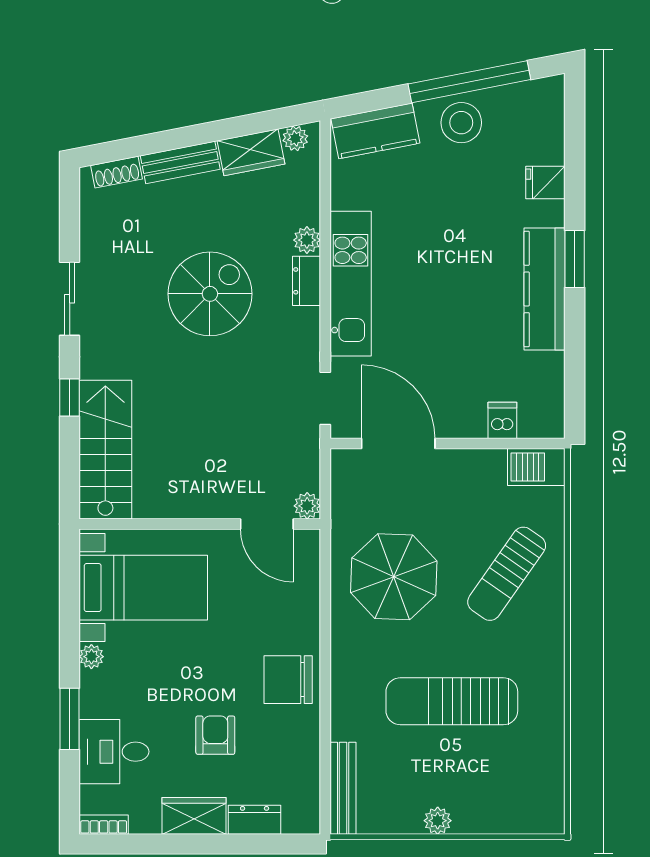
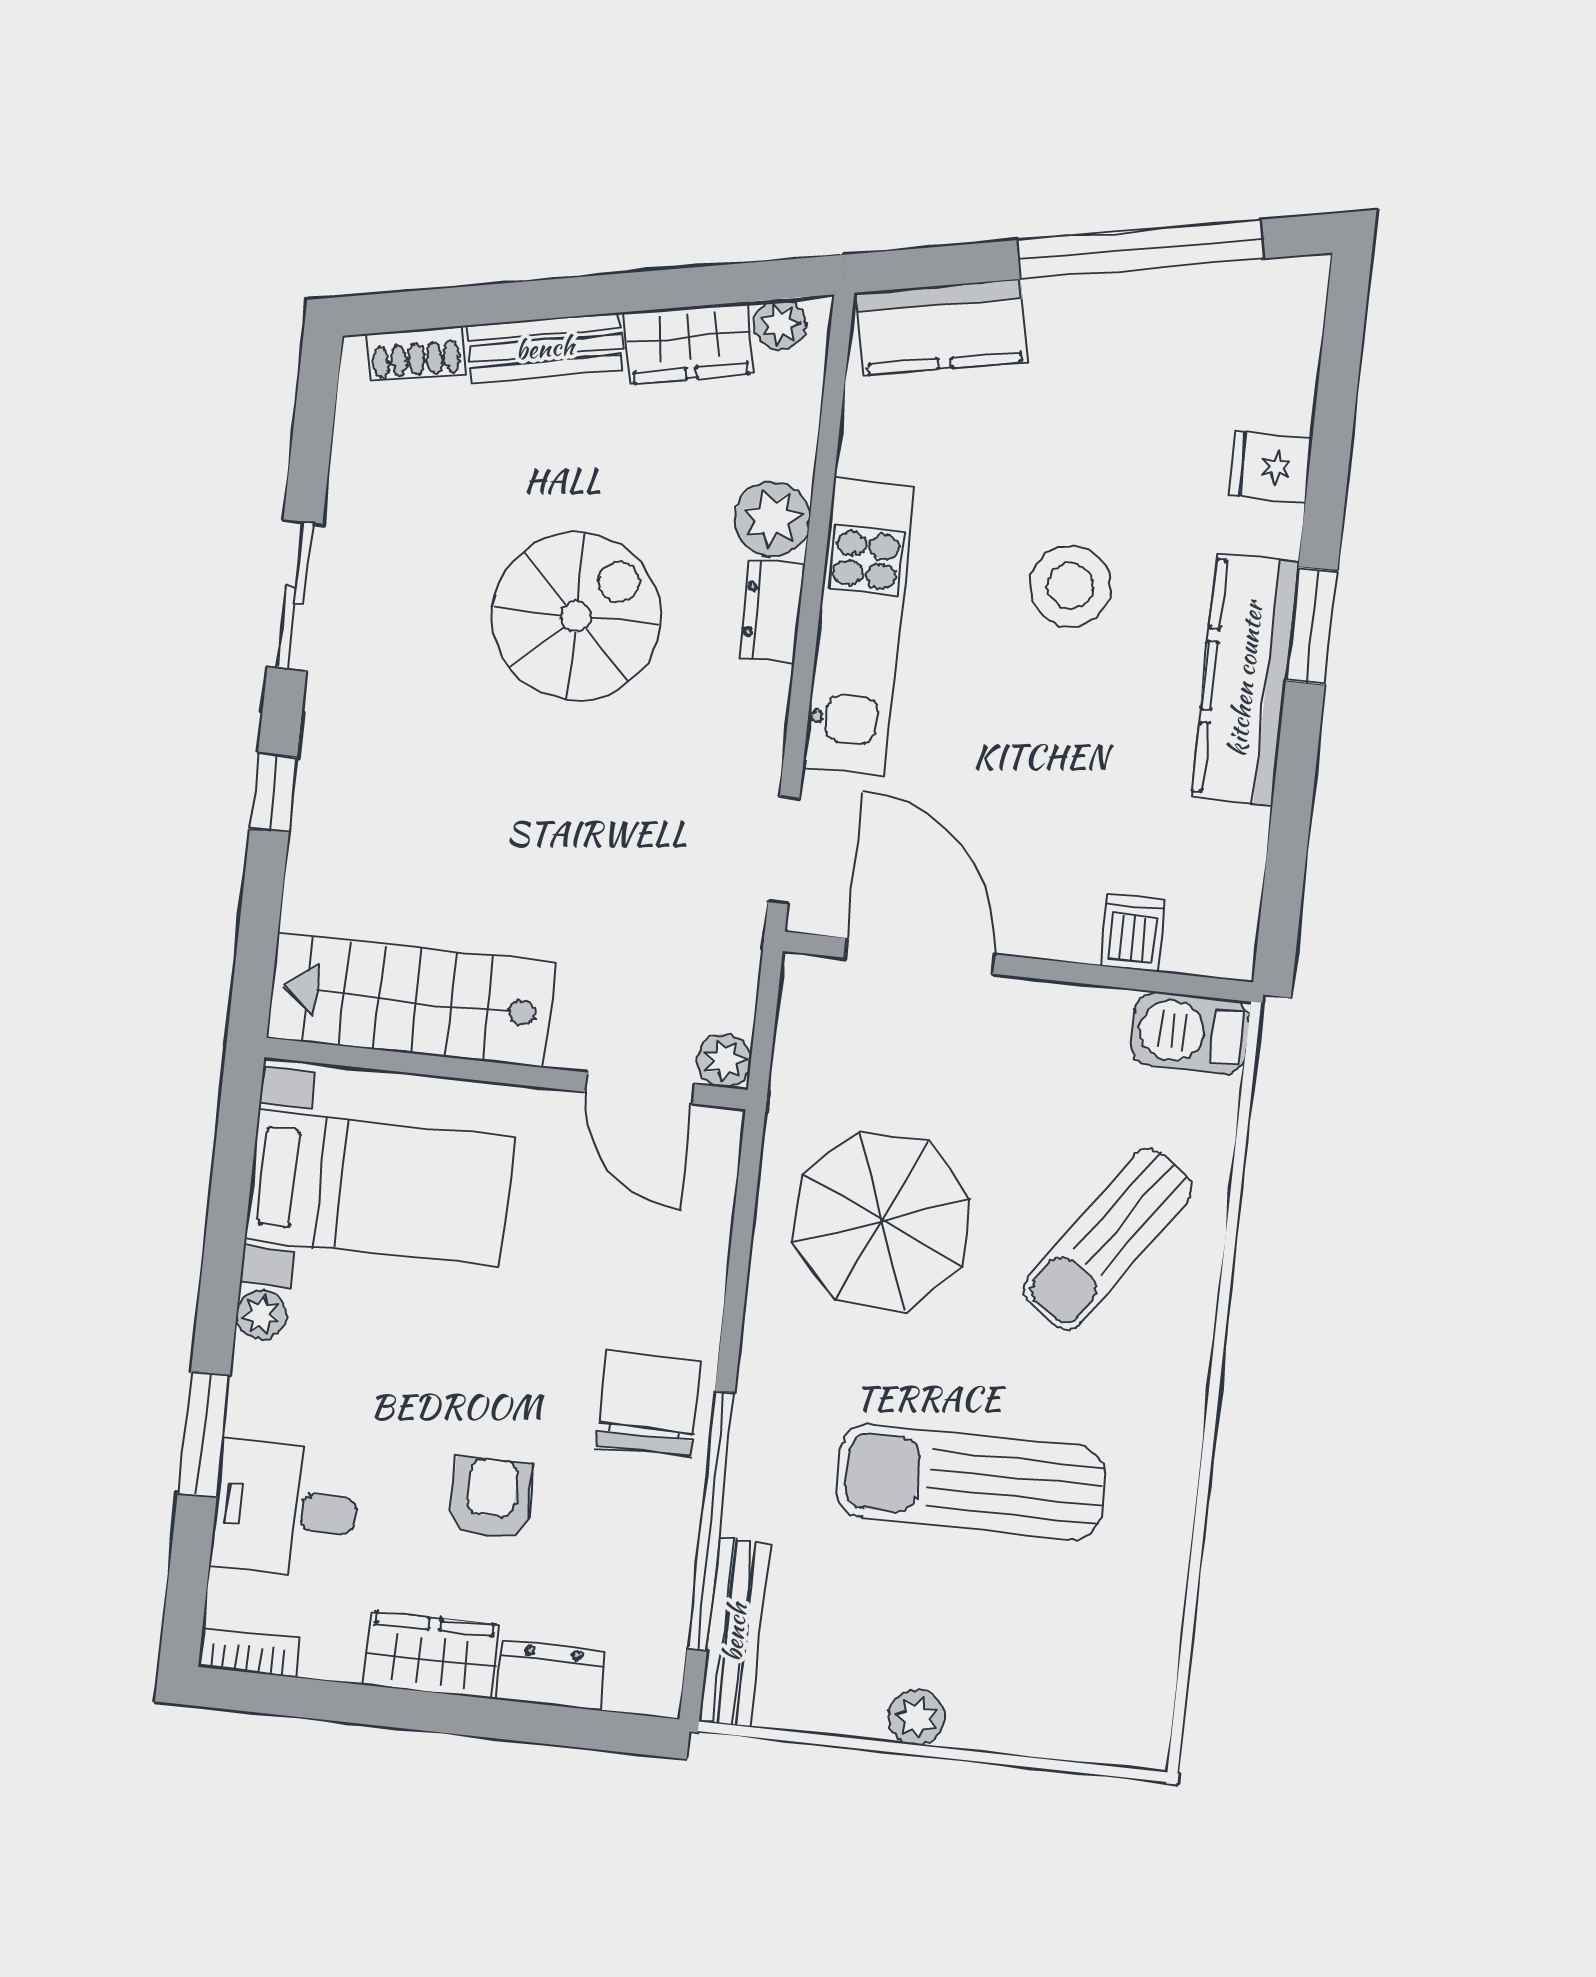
stool: (461, 123) -> (1071, 586), moved
plant: (307, 240) -> (772, 519), width x1.38, depth x1.38
stairs: (105, 450) -> (411, 1000), moved, turned -90
chair: (288, 680) -> (648, 1403), turned 90
window: (325, 734) -> (711, 1521), added

